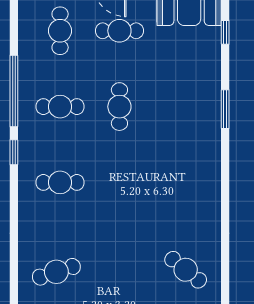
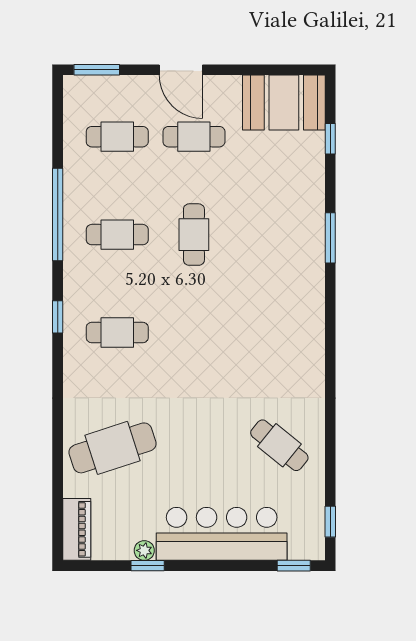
cafe table: (60, 31) -> (117, 137), turned 90
window: (14, 152) -> (58, 317), moved
cafe table: (56, 272) -> (112, 448), width x1.37, depth x1.35

